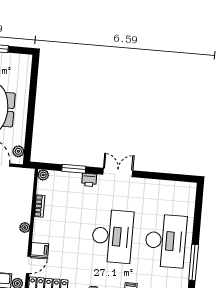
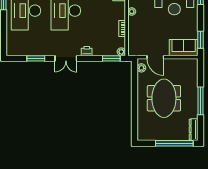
window: (74, 169) -> (111, 58), moved
window: (158, 176) -> (36, 58), added

